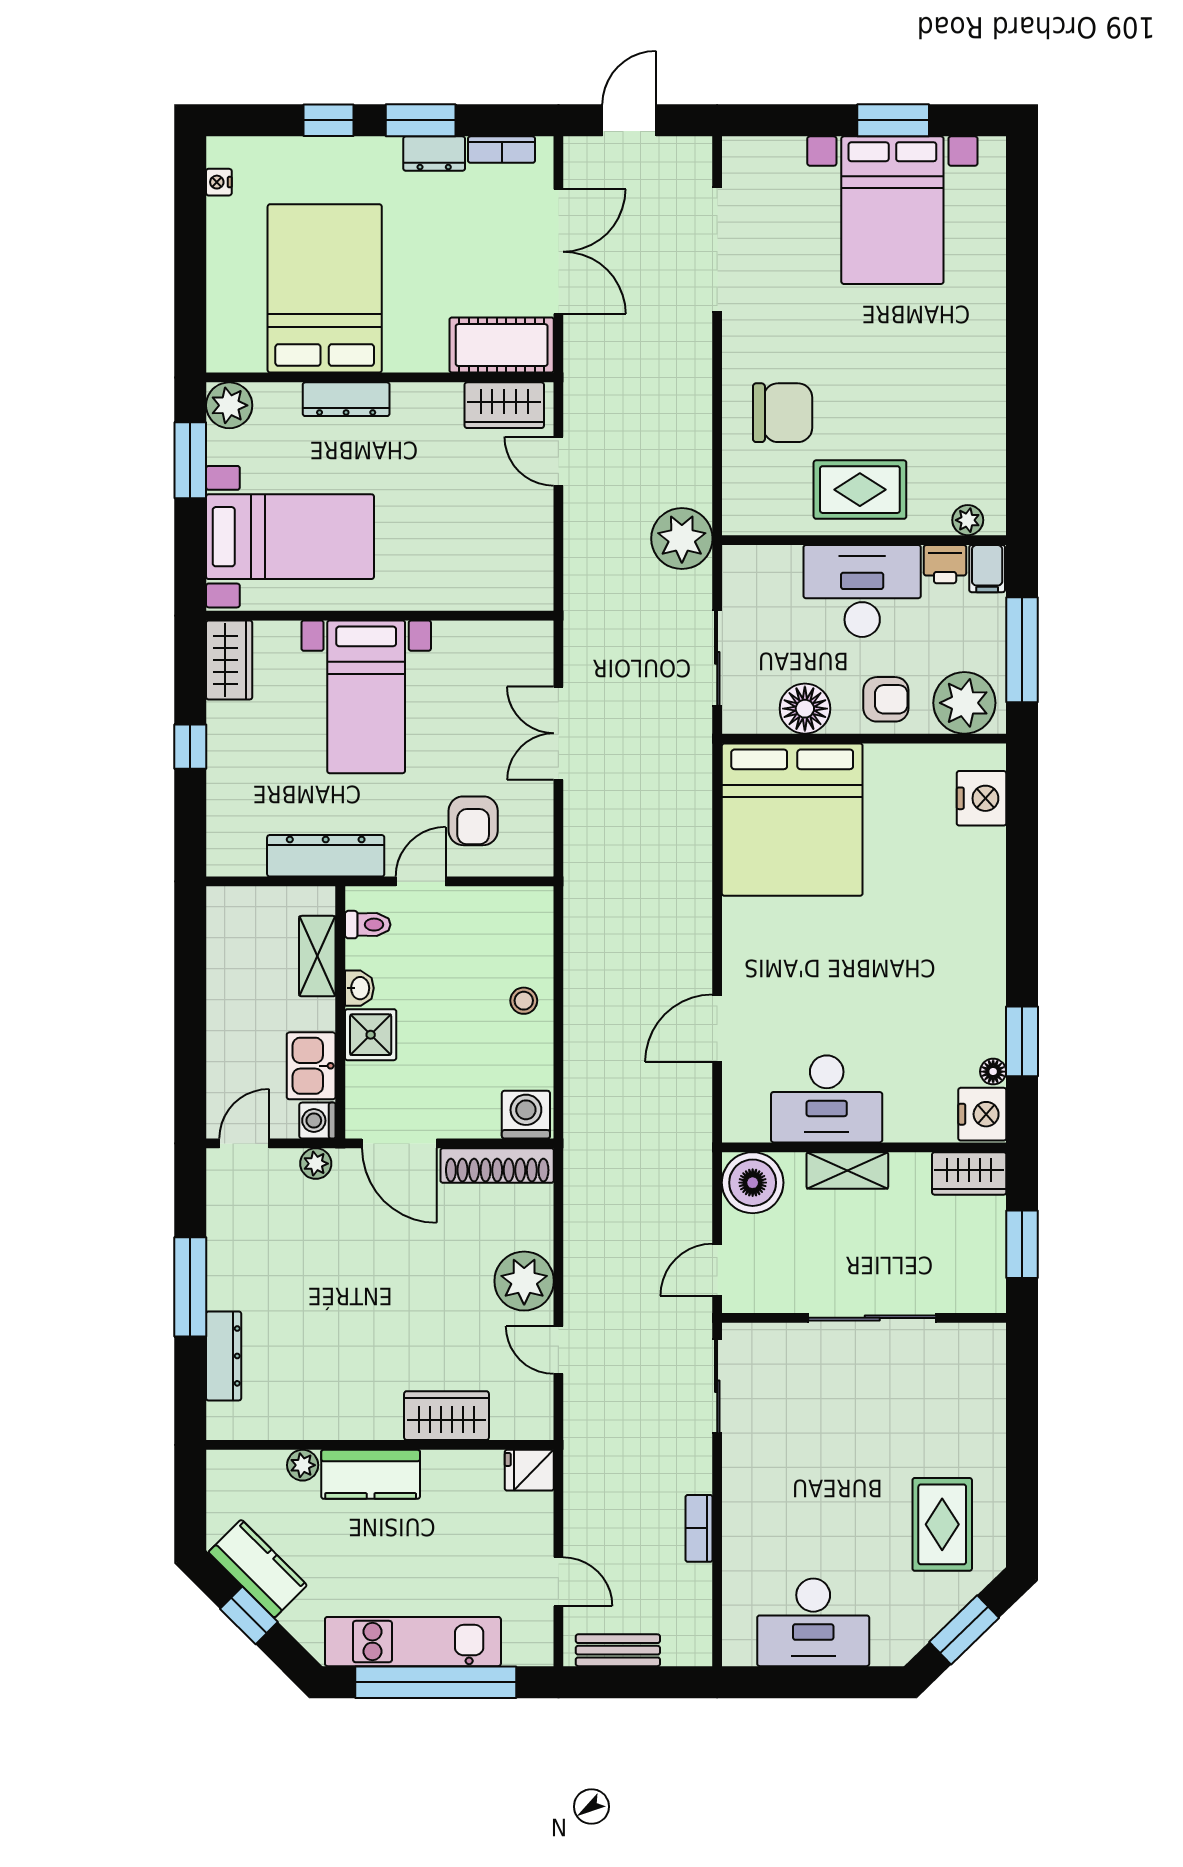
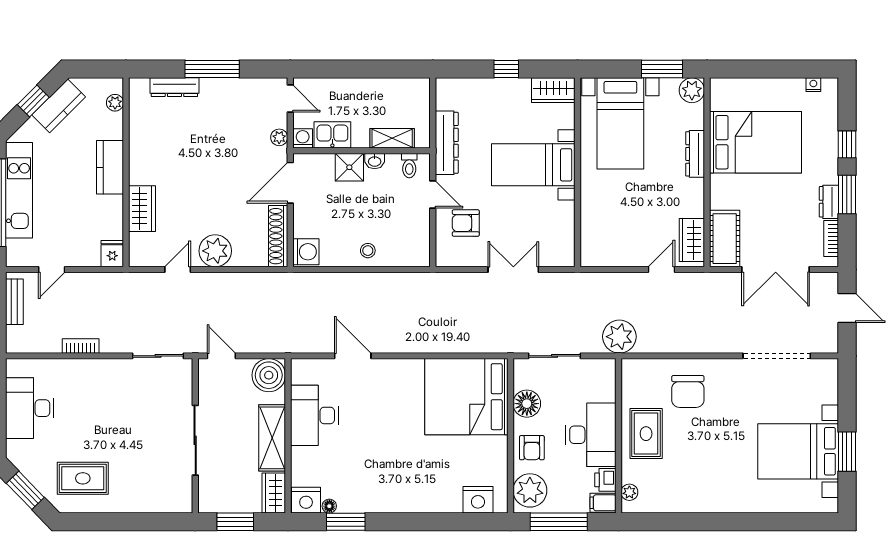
shelving: (847, 1170) -> (272, 438), width x1.50, depth x1.33
plant: (303, 1465) -> (115, 103), moved

